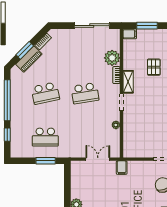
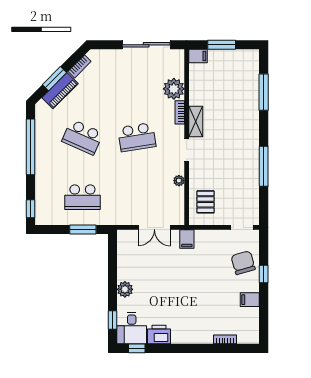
pallet: (154, 67) -> (206, 202), moved
school desk: (45, 93) -> (82, 137), turned 36
window: (7, 135) -> (30, 209), moved
double door: (98, 159) -> (154, 227), swing flipped

